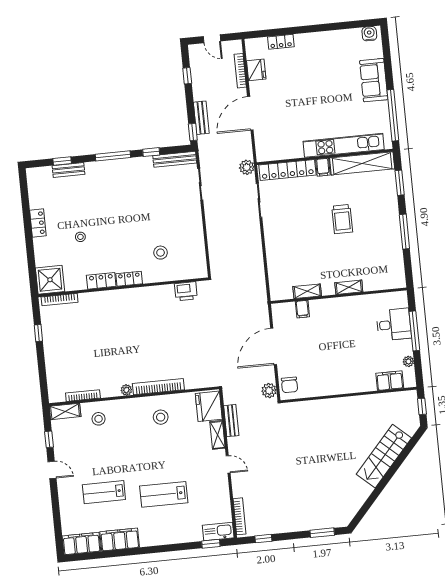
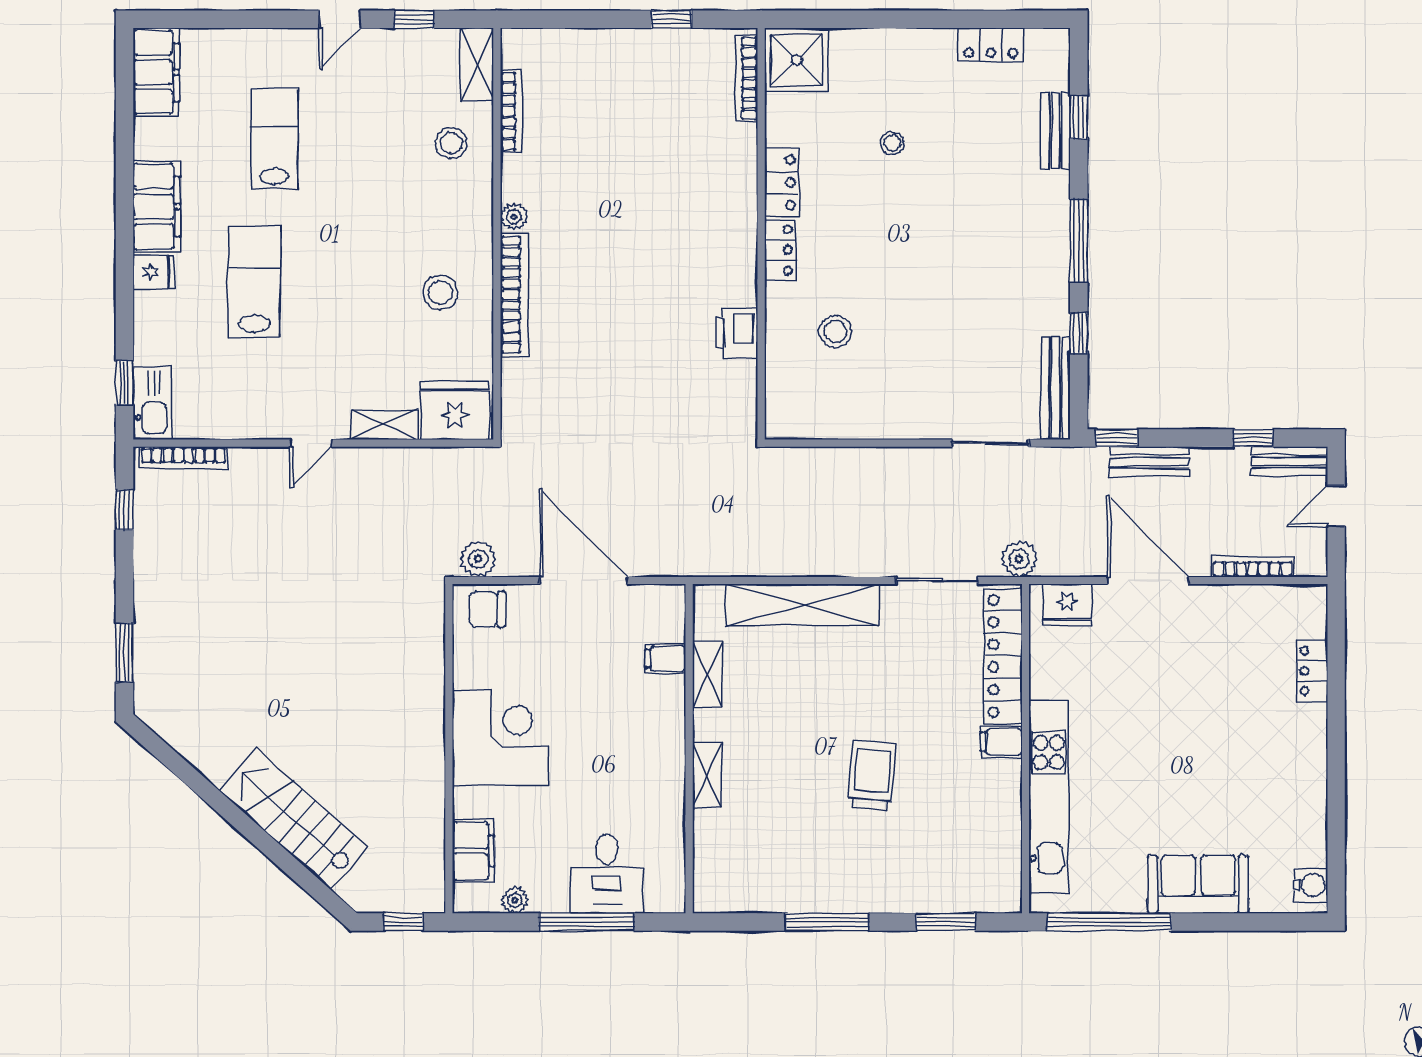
fridge: (256, 70) -> (1067, 605), moved
shelving: (362, 163) -> (802, 605), moved, turned 90
trolley: (342, 219) -> (872, 775), turned 95
locker: (38, 223) -> (991, 45), moved
printer: (186, 291) -> (737, 333), moved
corner desk: (342, 374) -> (500, 738), added
bench: (231, 421) -> (1289, 461), moved
fridge: (164, 536) -> (154, 272), added
filing cabinet: (120, 539) -> (157, 207), moved

